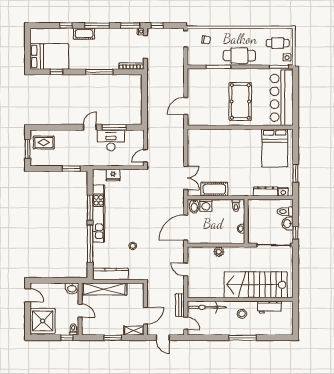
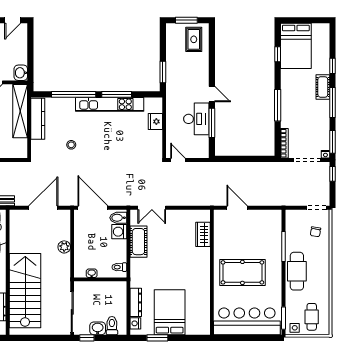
wardrobe: (208, 135) -> (203, 234), added
bed: (275, 148) -> (170, 312), moved, turned 90
door: (186, 269) -> (43, 208), width x1.87

